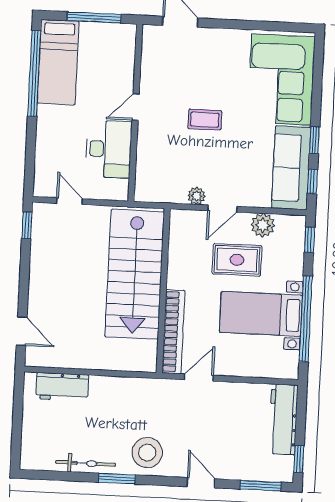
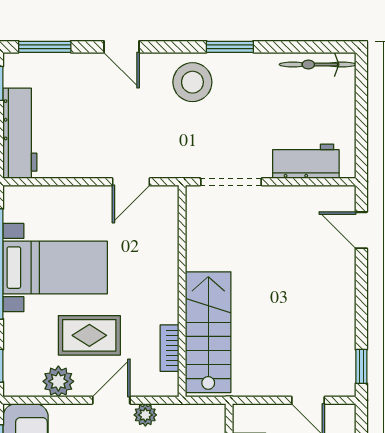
stairs: (135, 274) -> (208, 332), width x0.73, depth x0.66
bookcase: (173, 332) -> (169, 348), moved, width x0.43, depth x0.76
doorway: (121, 374) -> (231, 182), added
bicycle: (85, 463) -> (317, 64), moved

